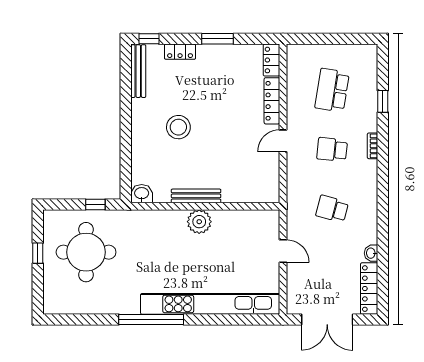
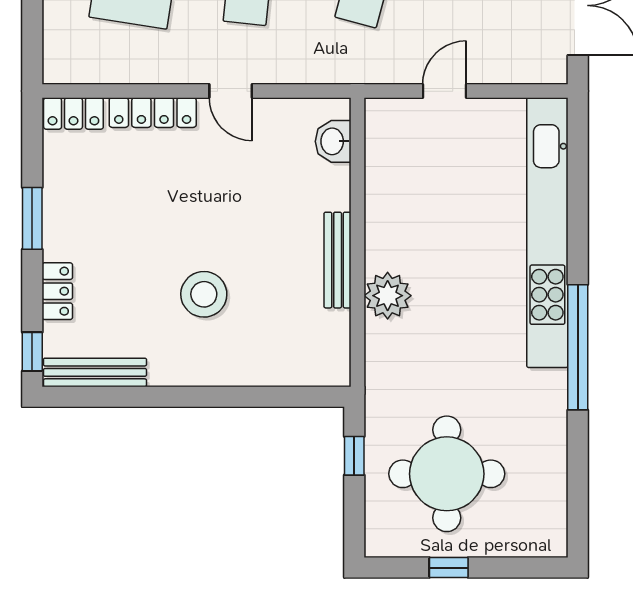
washbasin: (142, 194) -> (333, 141), moved
plant: (199, 222) -> (388, 296), moved

